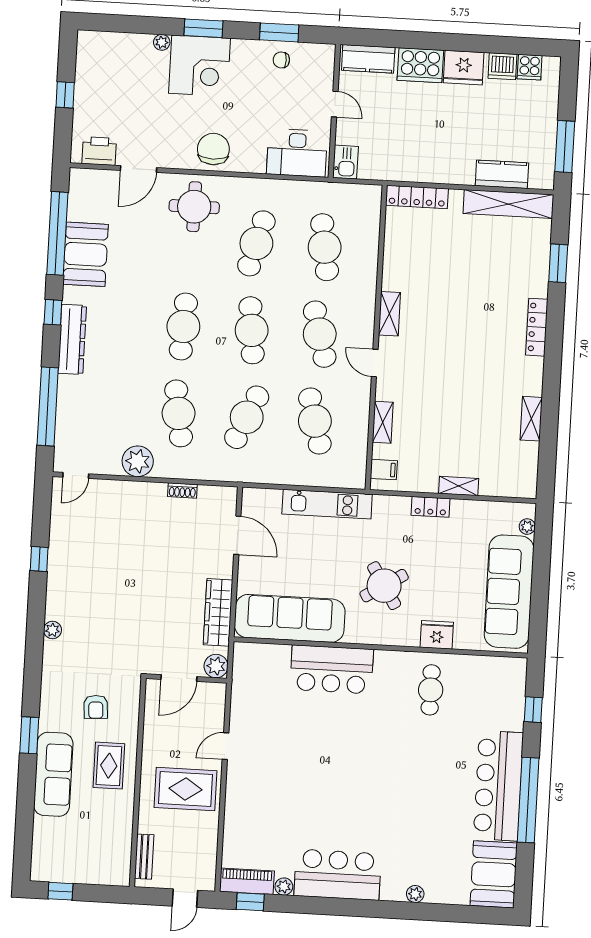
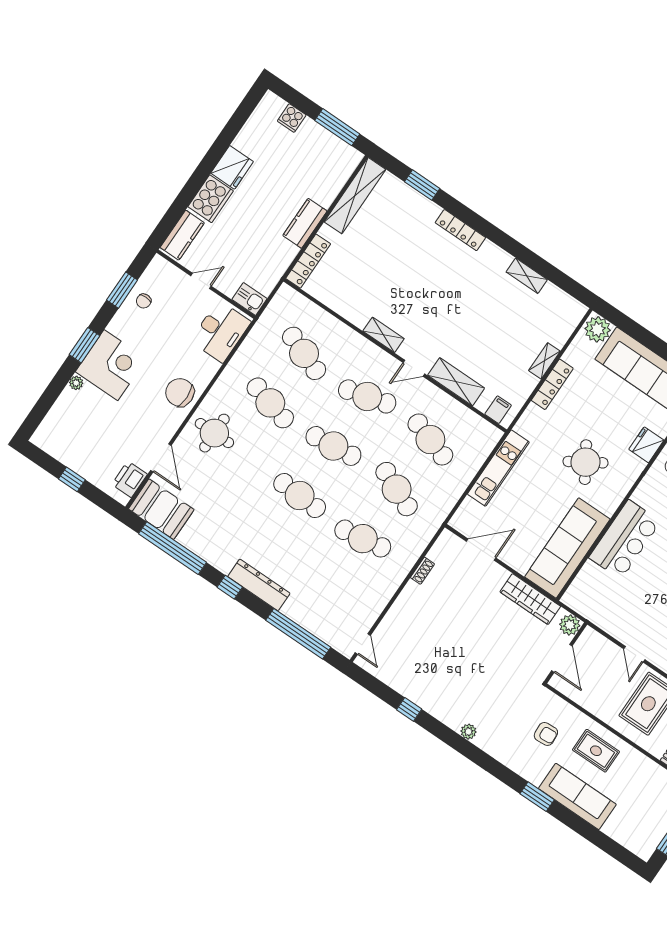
dishwasher: (502, 66) -> (249, 138), removed
cooker: (530, 67) -> (292, 118), moved, turned 90
kitchen counter: (502, 174) -> (305, 223), moved
cafe table: (325, 247) -> (304, 353), turned 30
booth: (86, 254) -> (161, 509), moved
cafe table: (315, 421) -> (430, 440), turned 33
shelving: (383, 422) -> (456, 382), width x1.50, depth x1.33
plant: (138, 461) -> (380, 591), removed
locker: (430, 507) -> (552, 384), width x1.53
plant: (527, 527) -> (598, 329), width x1.88, depth x1.88

